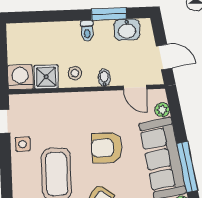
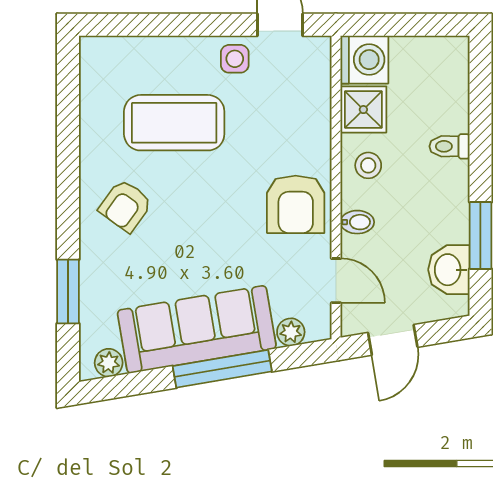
toilet: (87, 31) -> (450, 146), moved
door: (135, 88) -> (336, 281), swing flipped
armchair: (107, 148) -> (296, 204), moved, turned 180
window: (187, 167) -> (222, 369), moved

